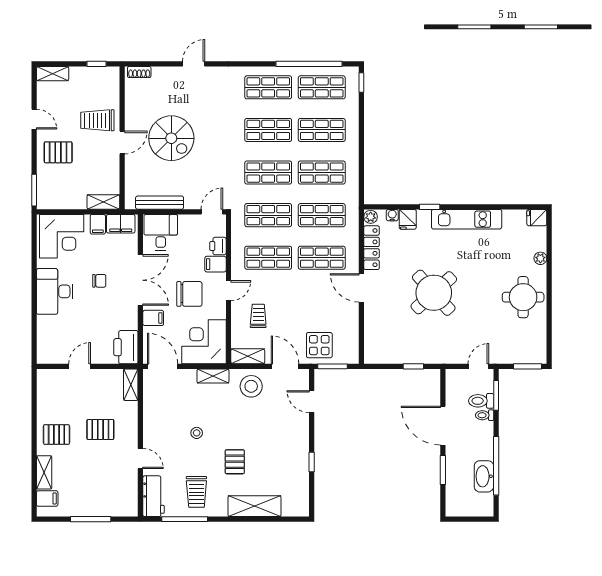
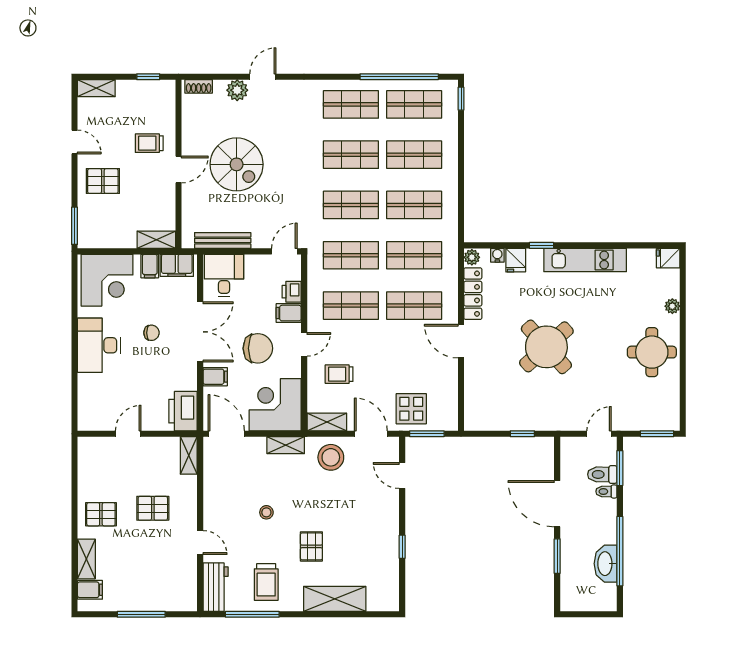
plant: (172, 75) -> (237, 90), added
trolley: (97, 120) -> (149, 143), width x0.73, depth x0.72
trolley: (258, 316) -> (339, 374), turned -90

